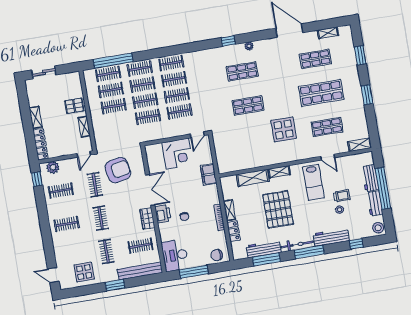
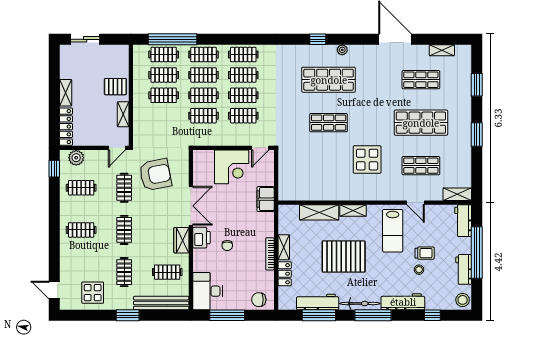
shop shelf: (242, 71) -> (329, 80), width x1.43, depth x1.36
workbench: (370, 178) -> (463, 221), moved
pallet: (278, 209) -> (344, 256), turned 90

